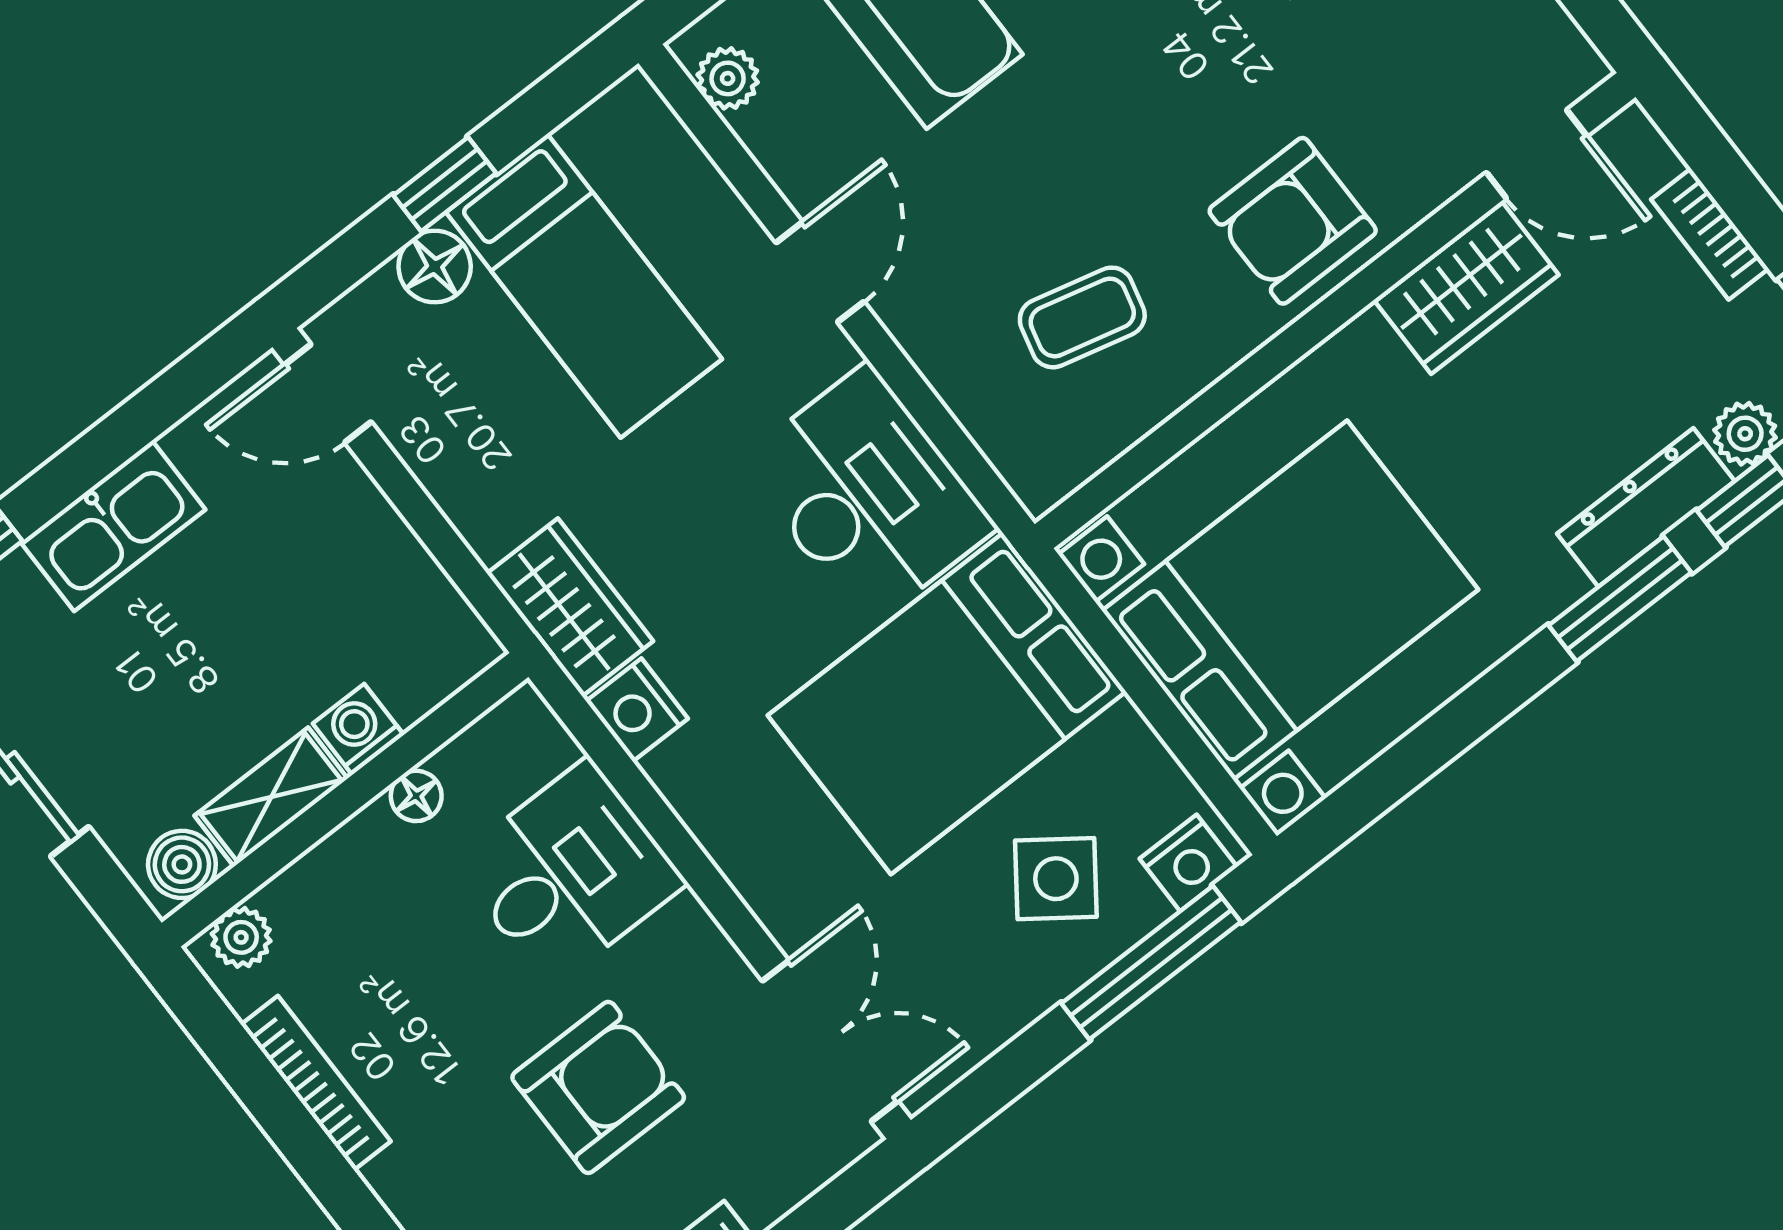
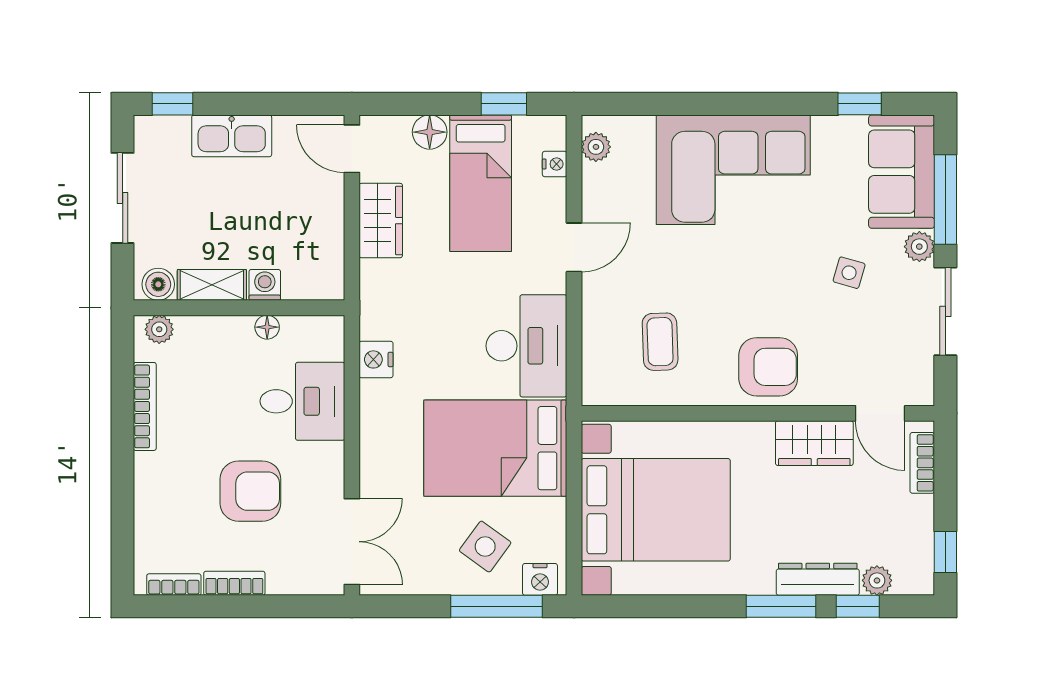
nightstand: (681, 159) -> (555, 164), added
window: (445, 184) -> (504, 104), moved
armchair: (1293, 221) -> (768, 367), turned 180
bookcase: (1710, 234) -> (922, 463), moved
coffee table: (1082, 317) -> (660, 342), turned 74
wardrobe: (570, 607) -> (381, 221), moved

